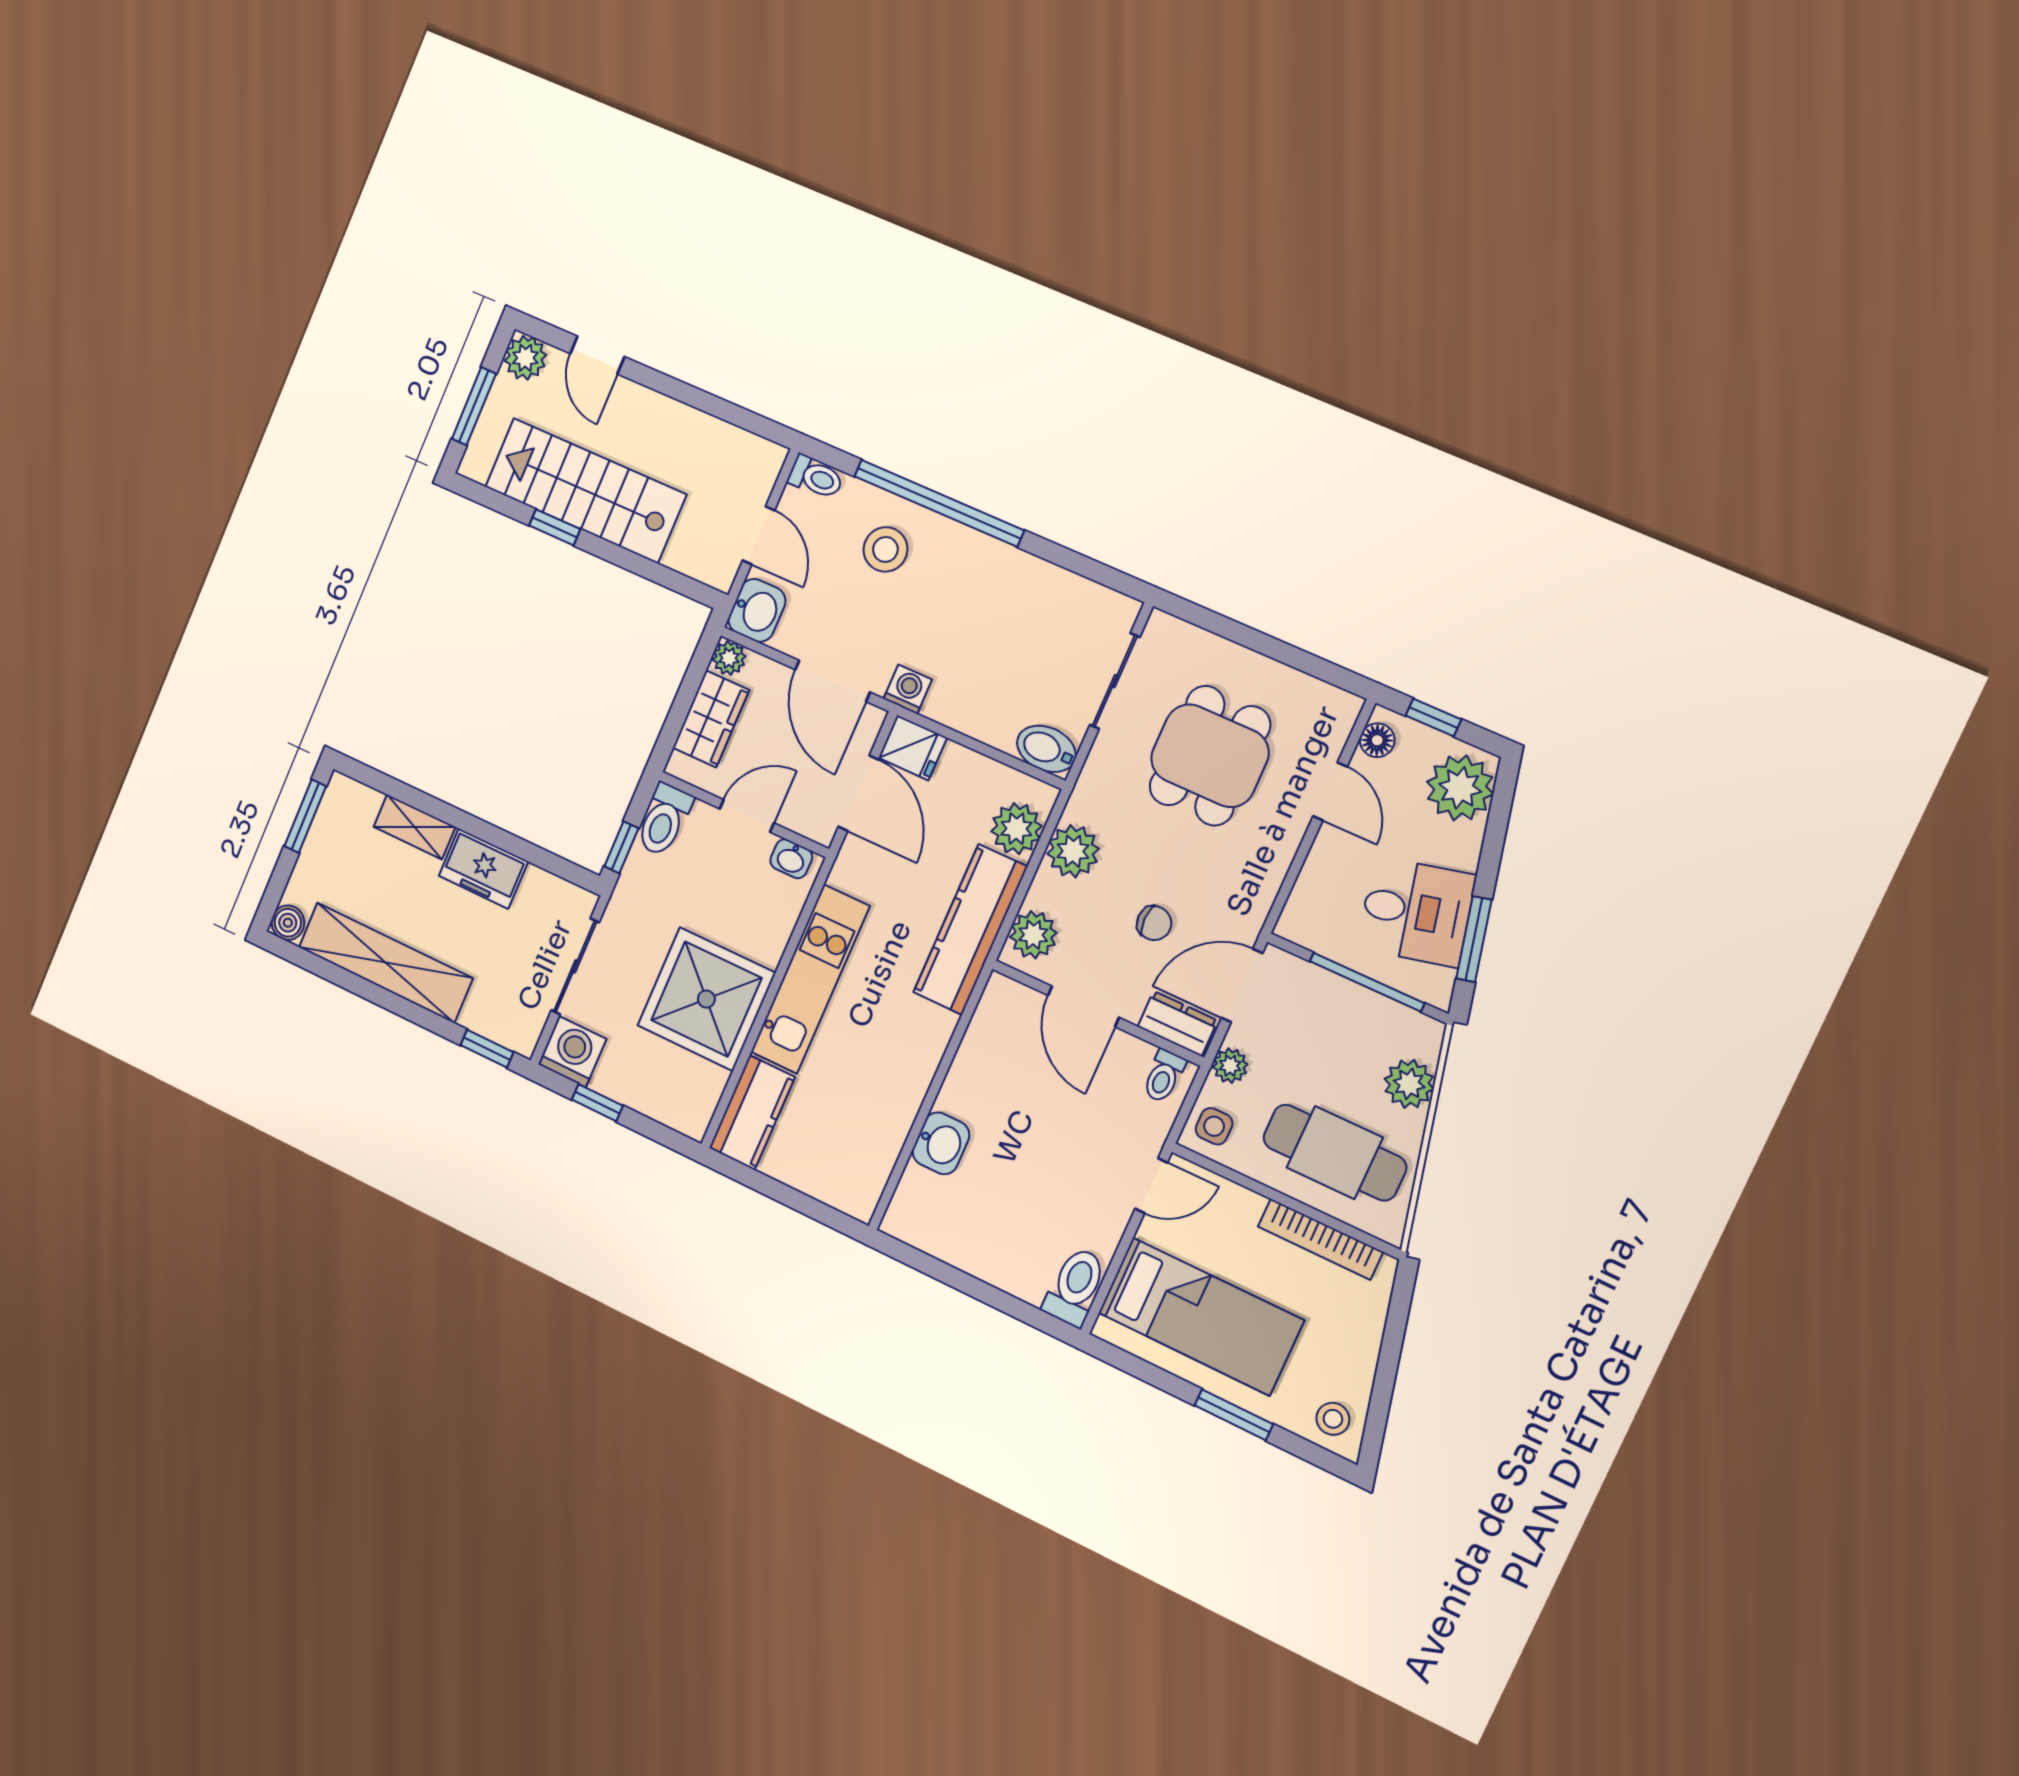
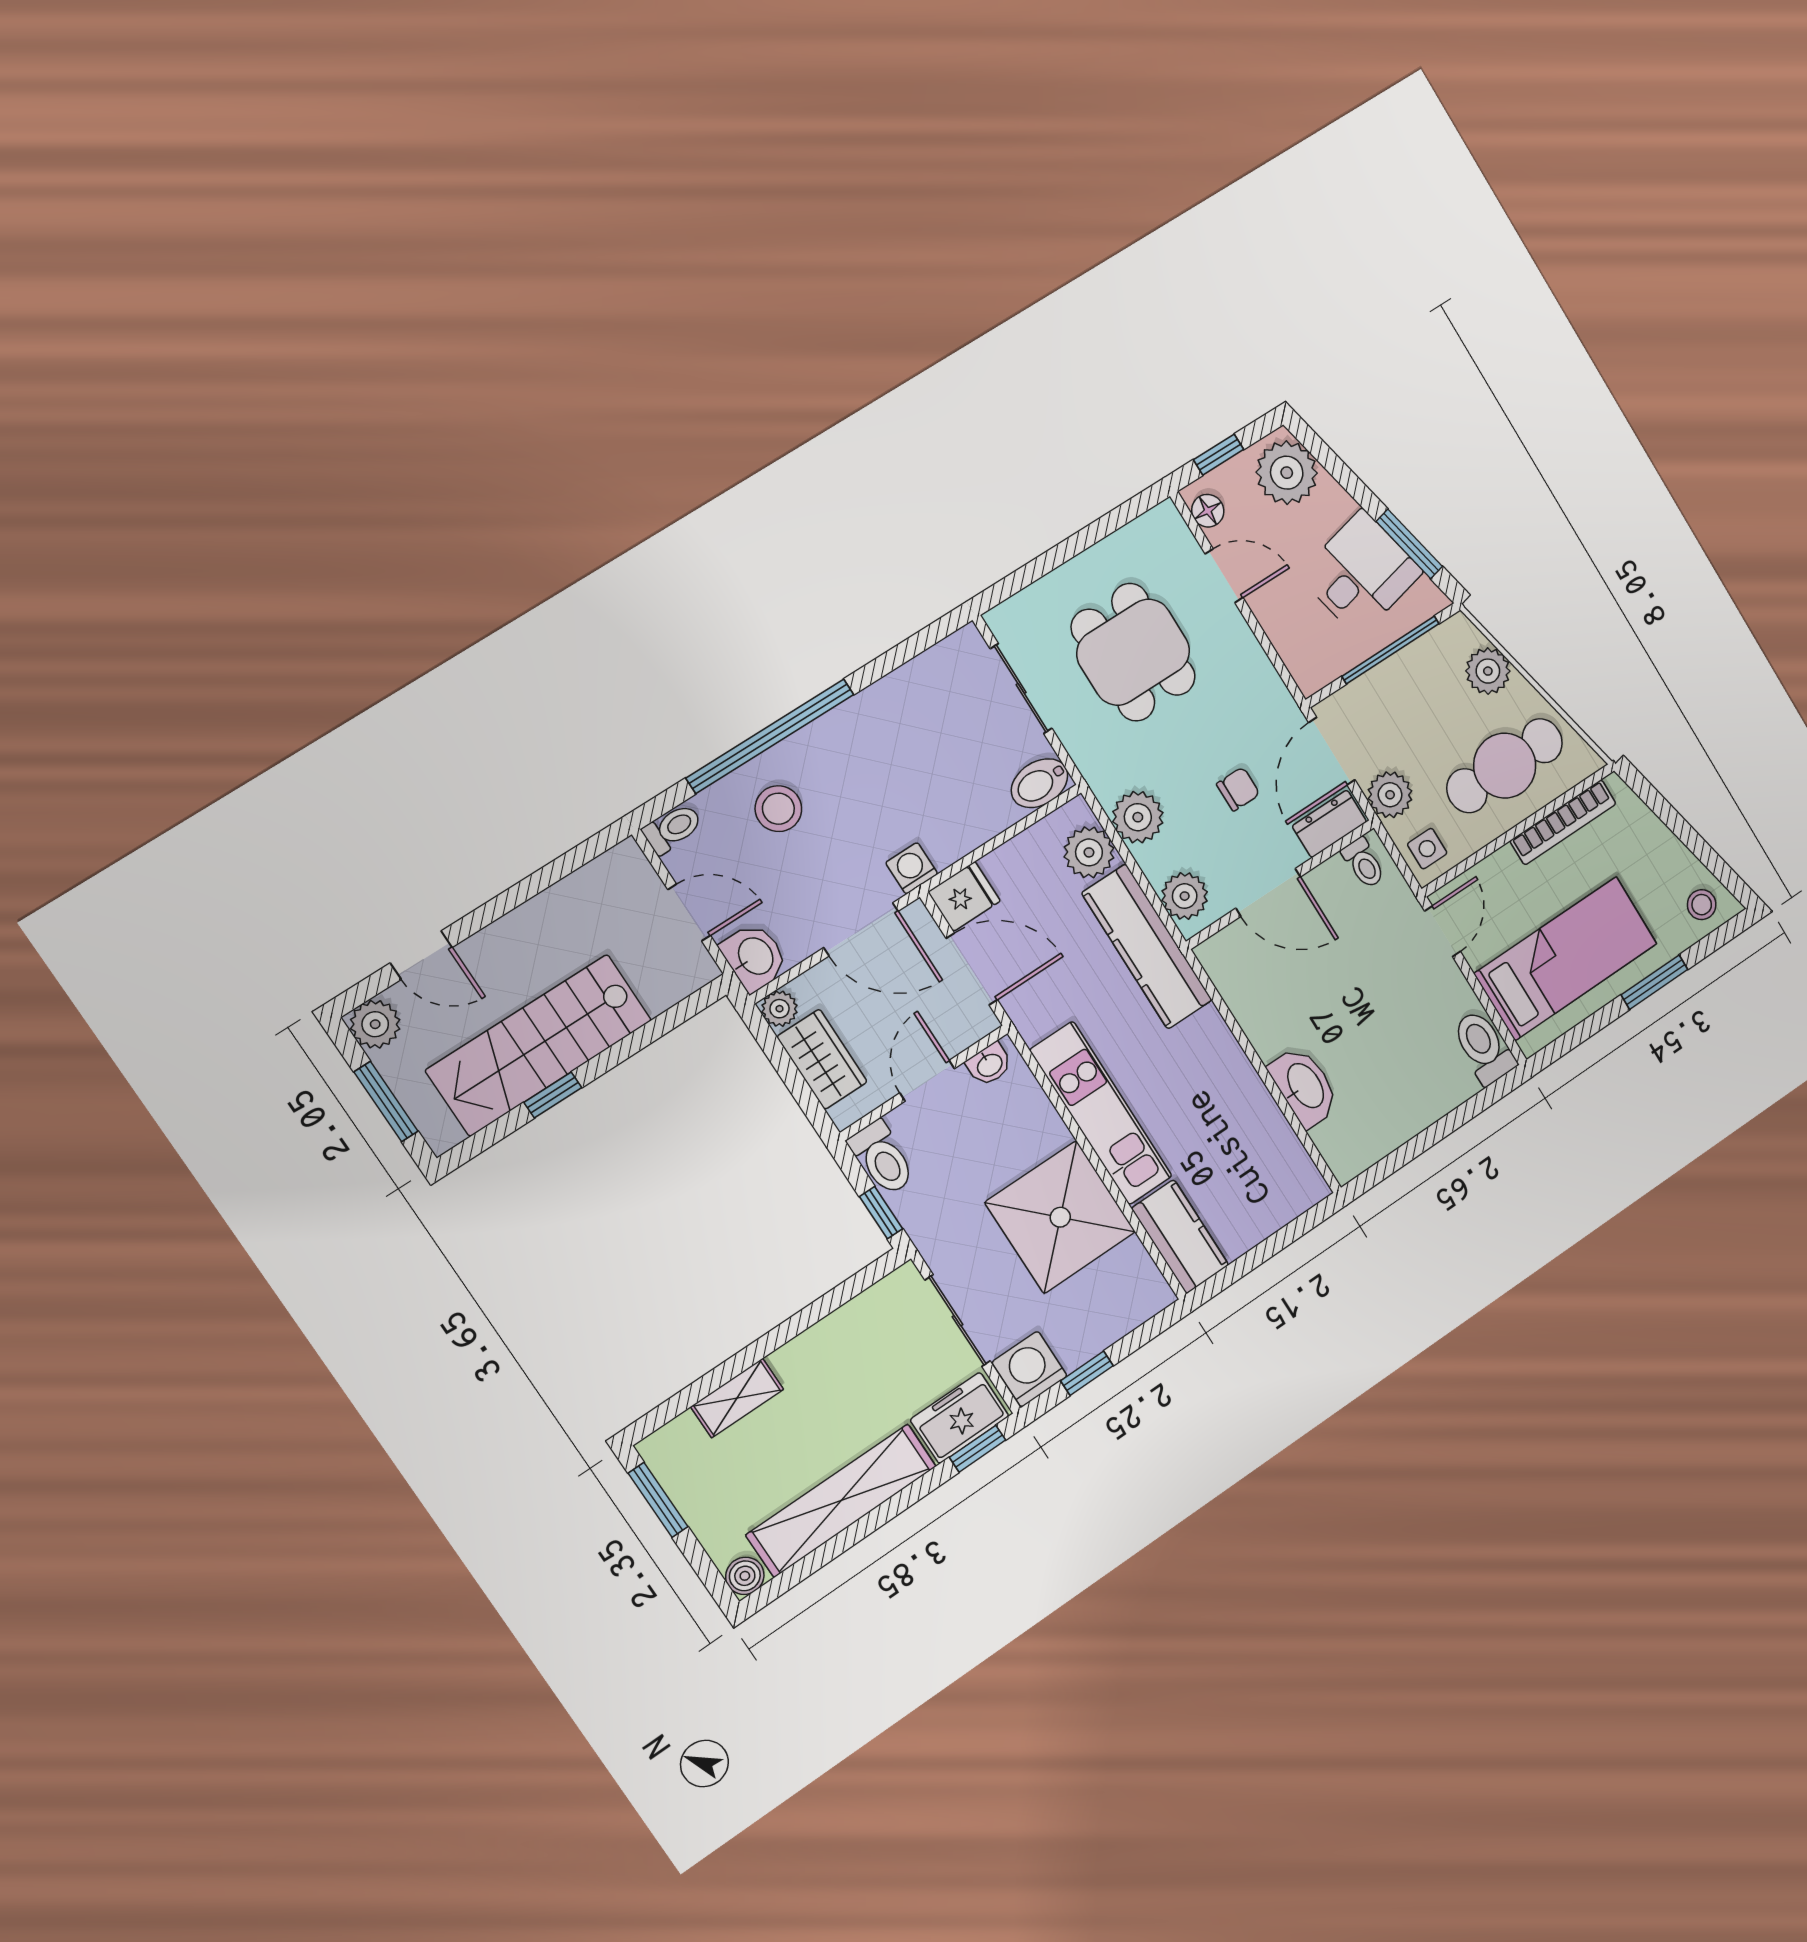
freezer: (483, 869) -> (960, 1418), moved, turned 180
plant: (1230, 1066) -> (1390, 795), width x1.38, depth x1.38
washbasin: (941, 1143) -> (1304, 1086), width x1.38

